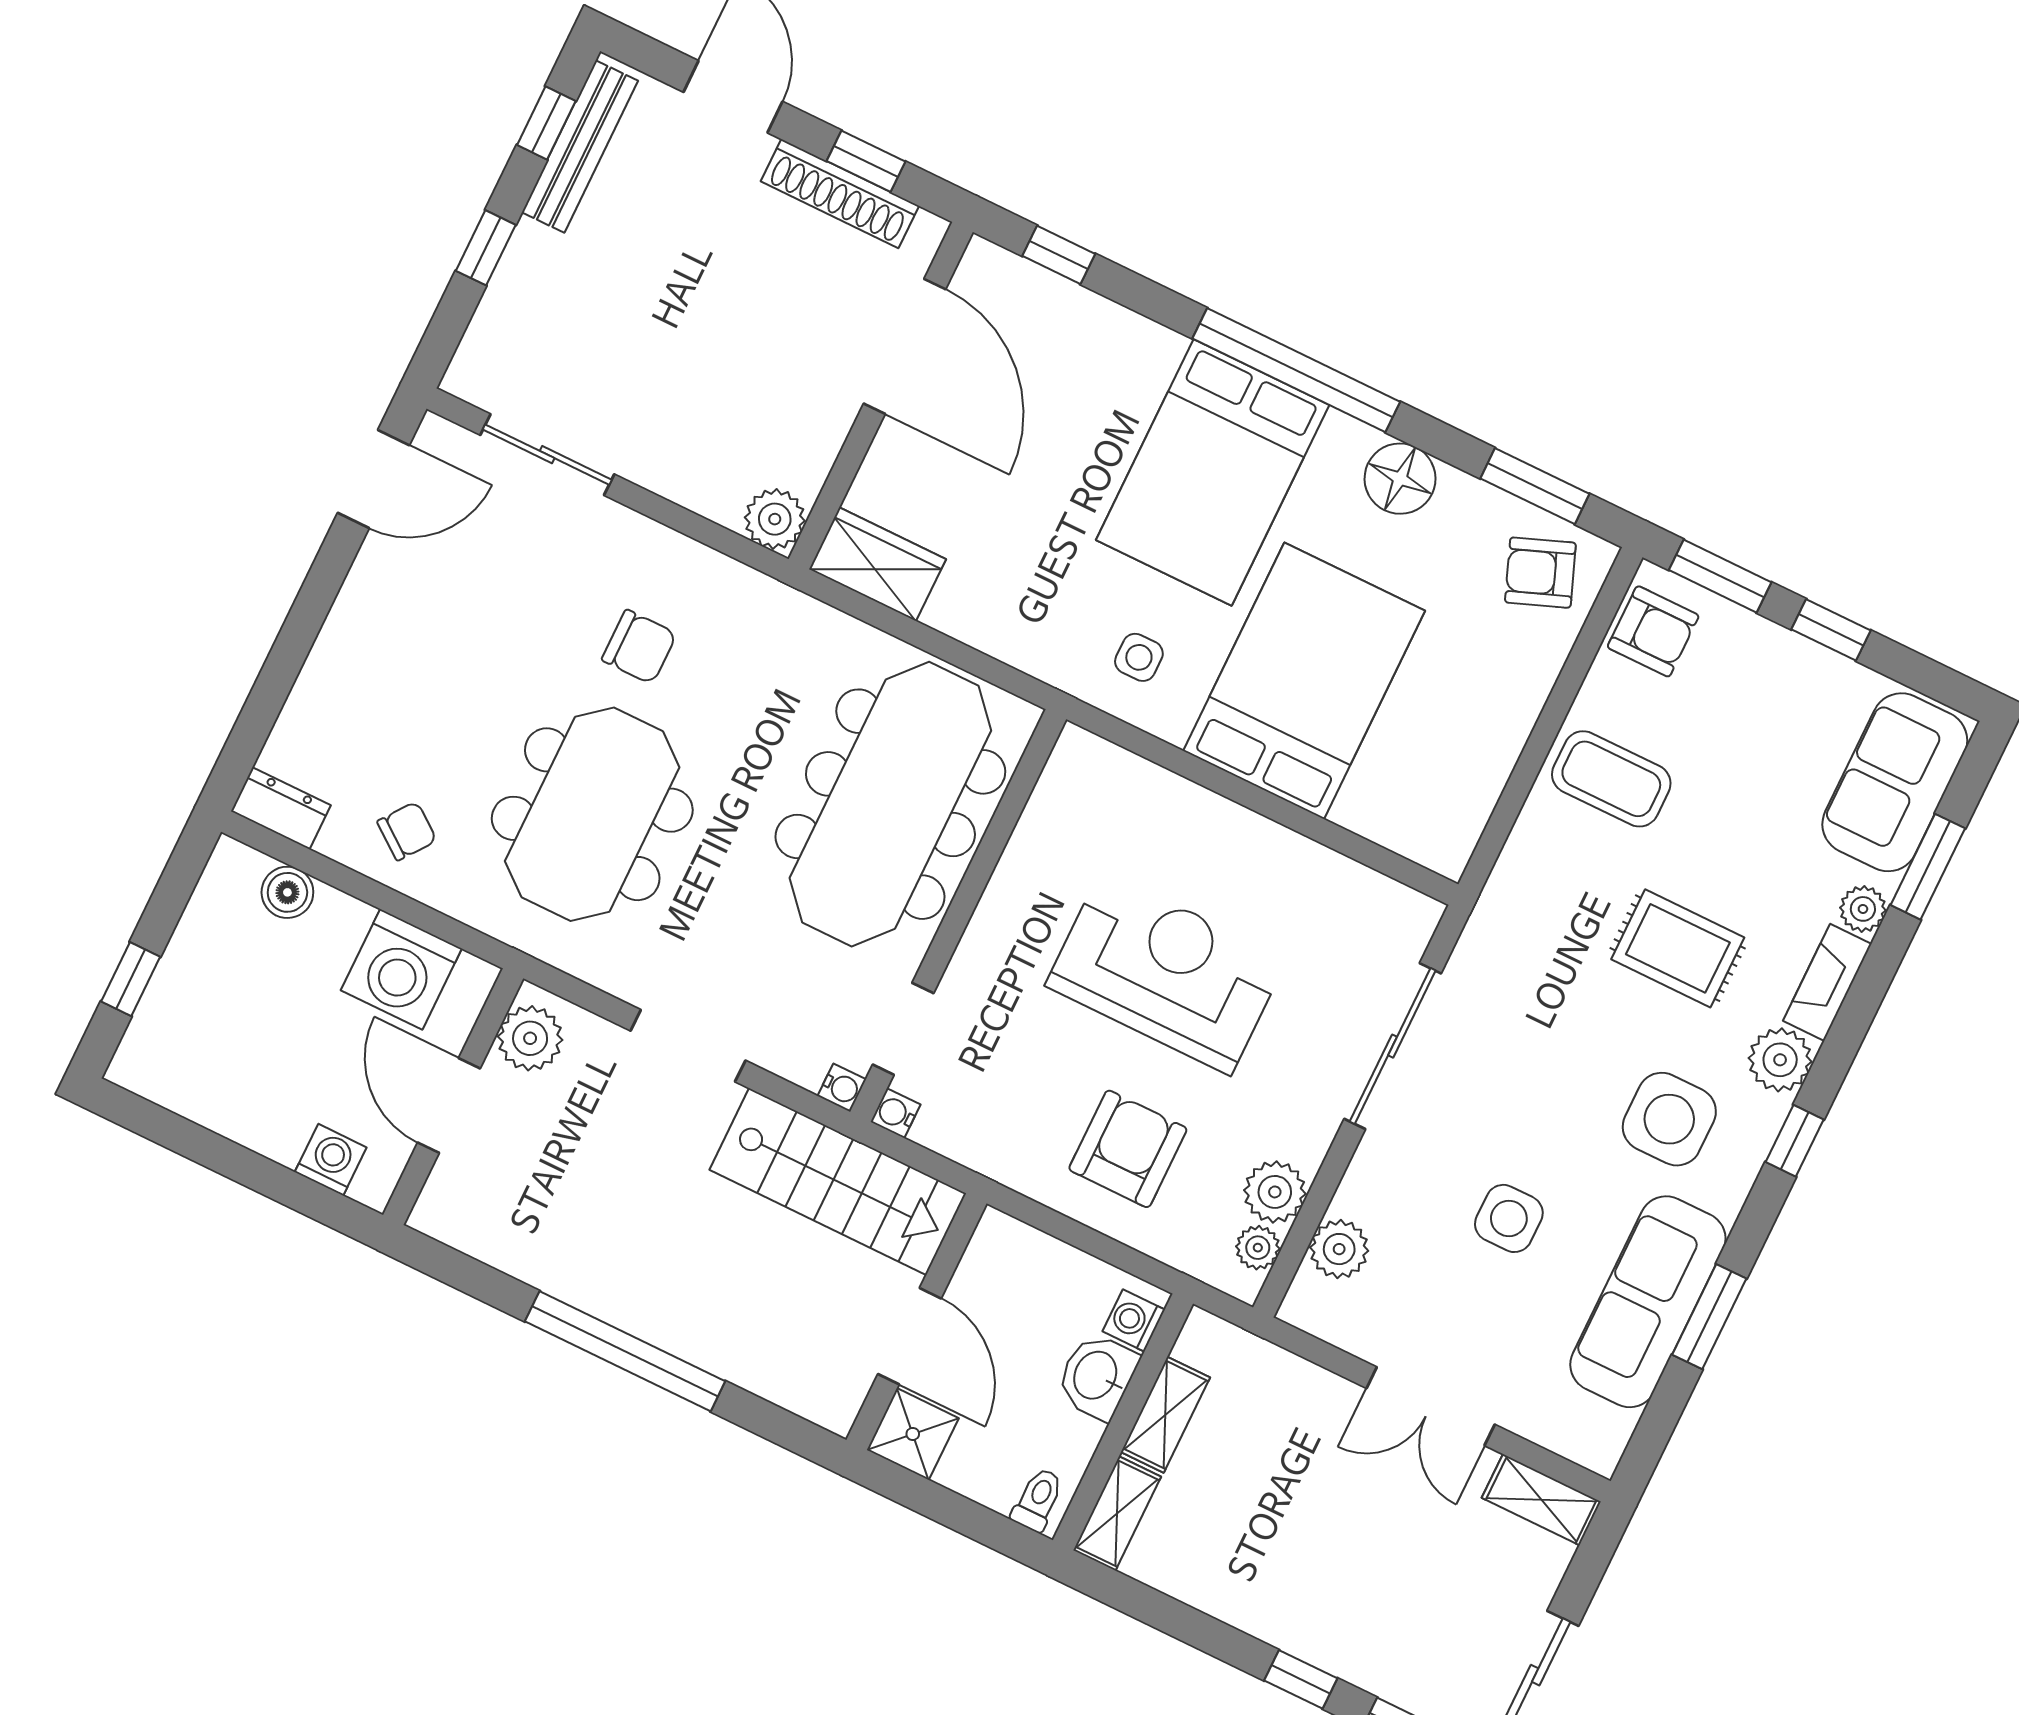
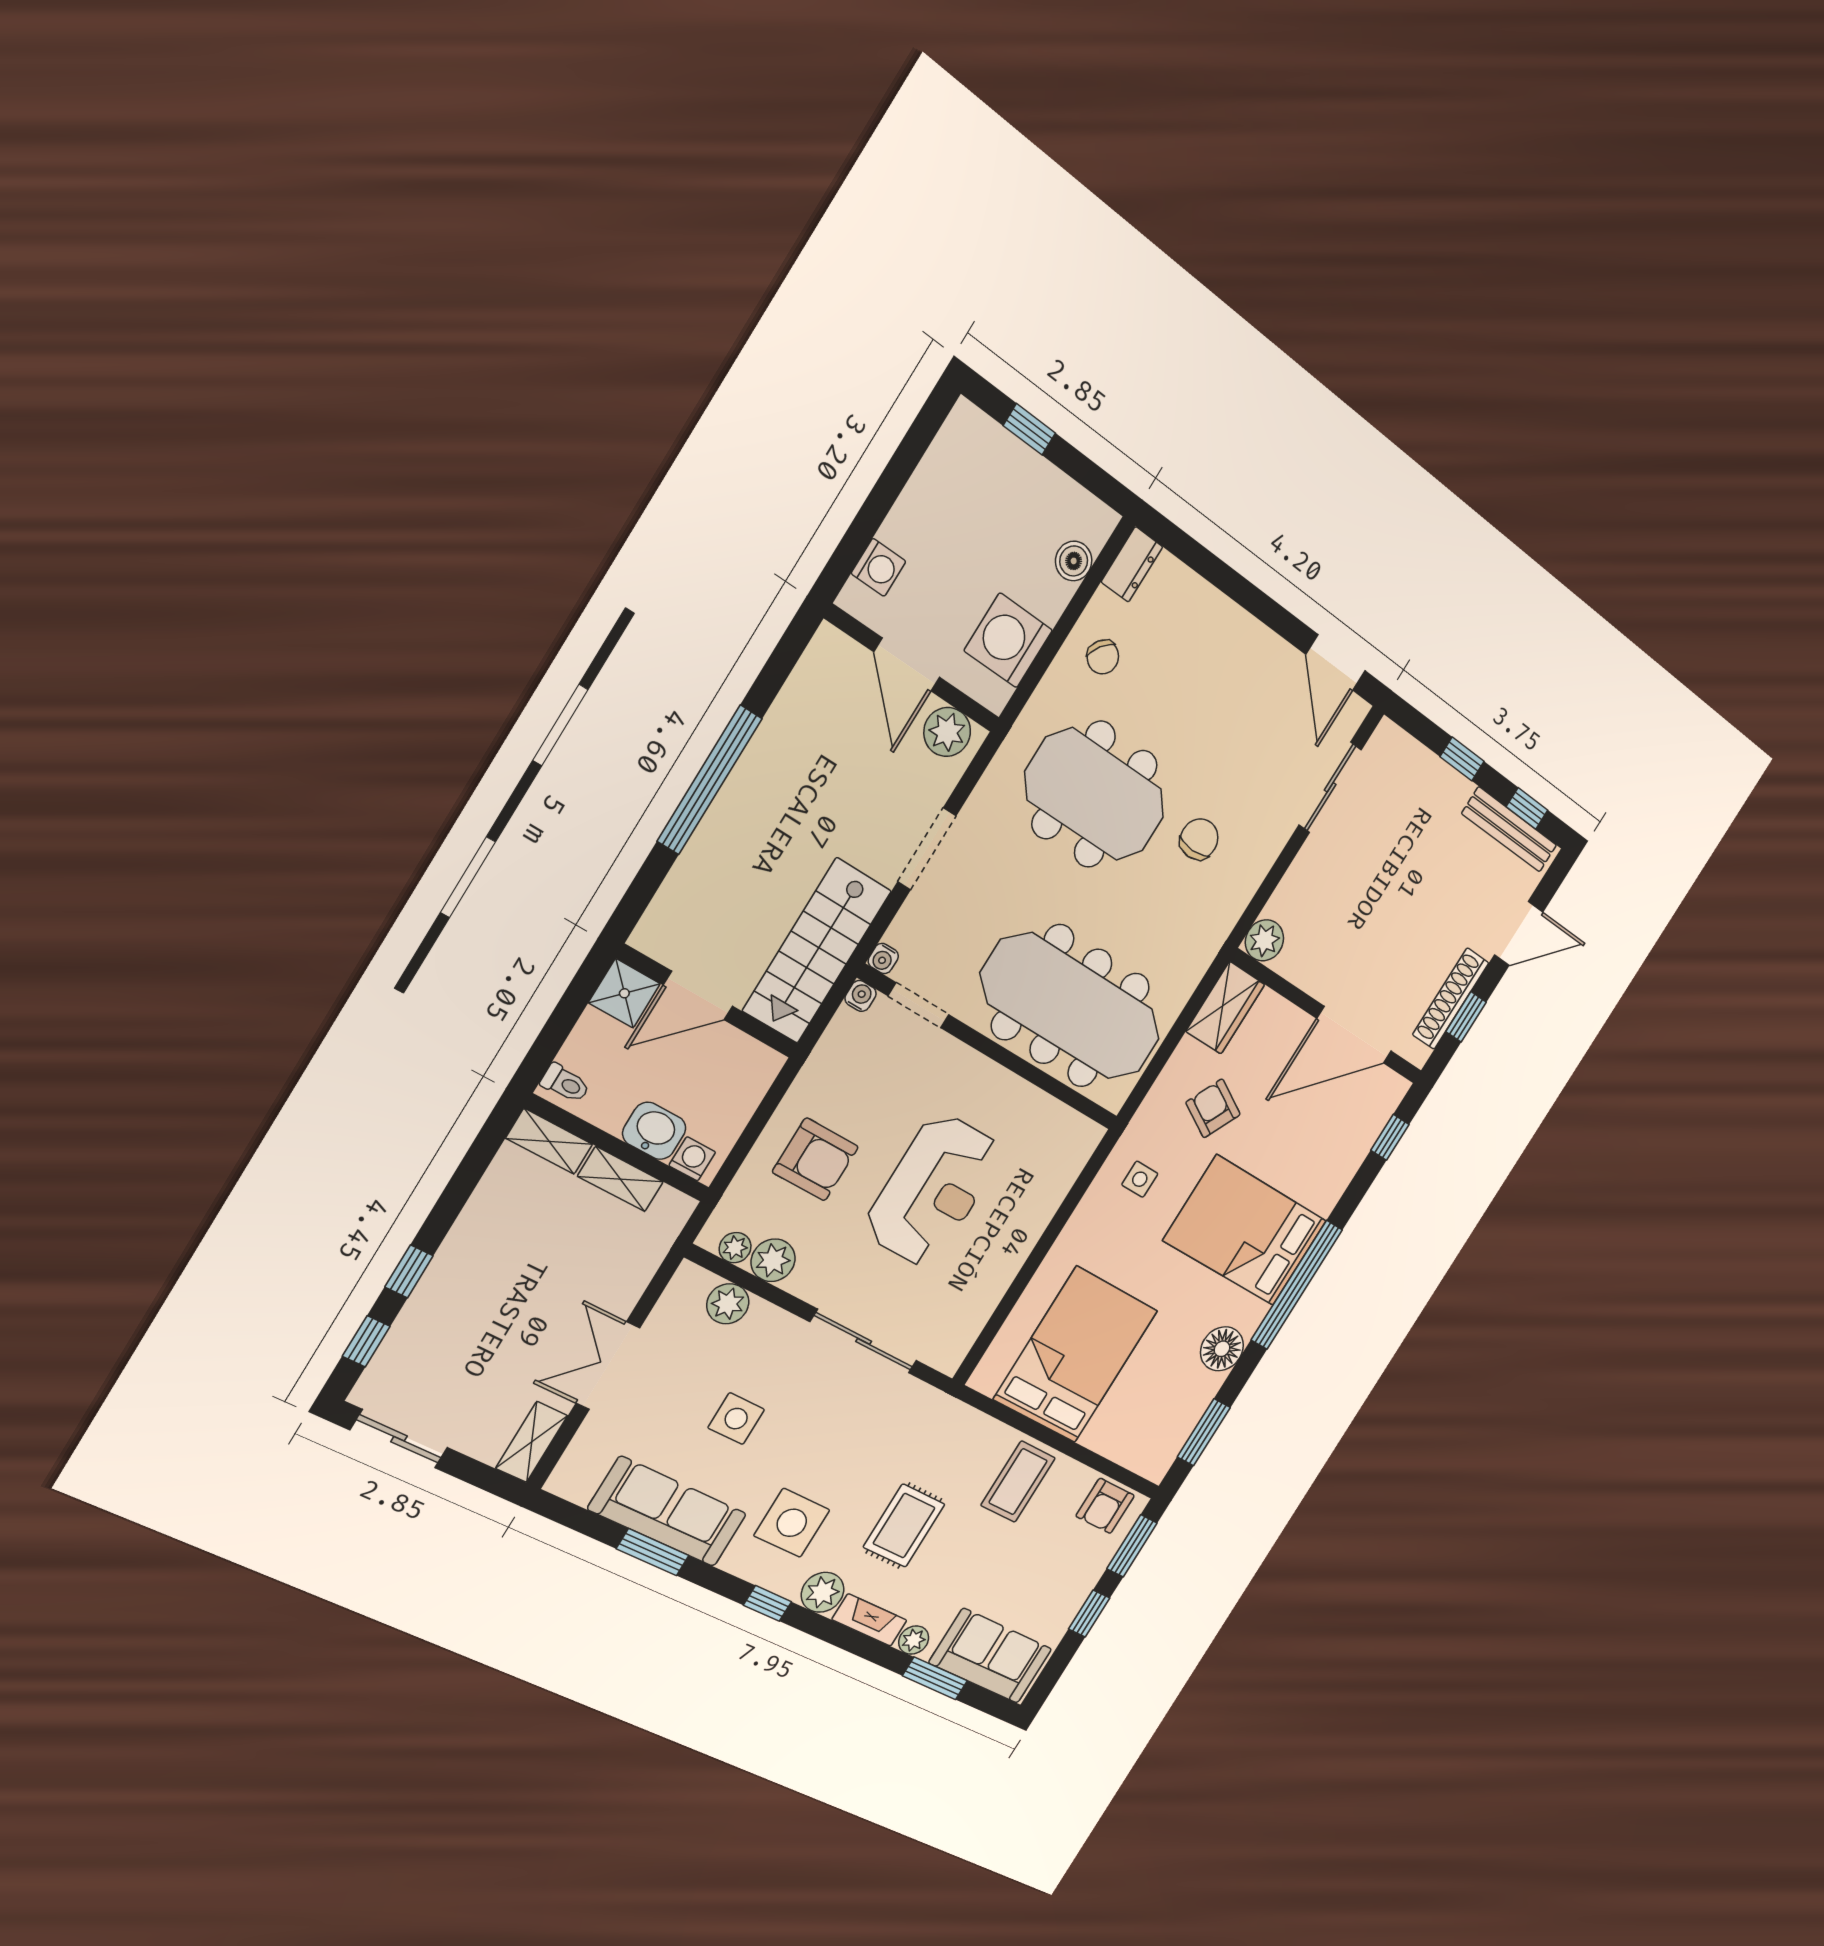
armchair: (1540, 573) -> (1213, 1108), moved, turned -41
chair: (639, 647) -> (1199, 839), turned 180
bed: (1304, 681) -> (1076, 1355), moved, turned -90
door: (449, 1106) -> (907, 665), swing flipped

